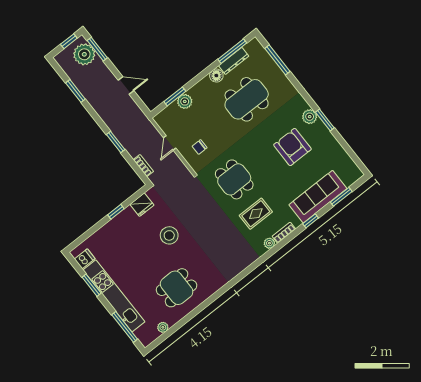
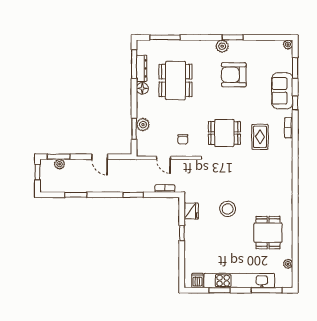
plant: (84, 54) -> (60, 164), width x0.53, depth x0.53
door: (126, 85) -> (100, 157), swing flipped
sofa: (318, 197) -> (282, 91), width x0.73
plant: (269, 243) -> (288, 45), moved

